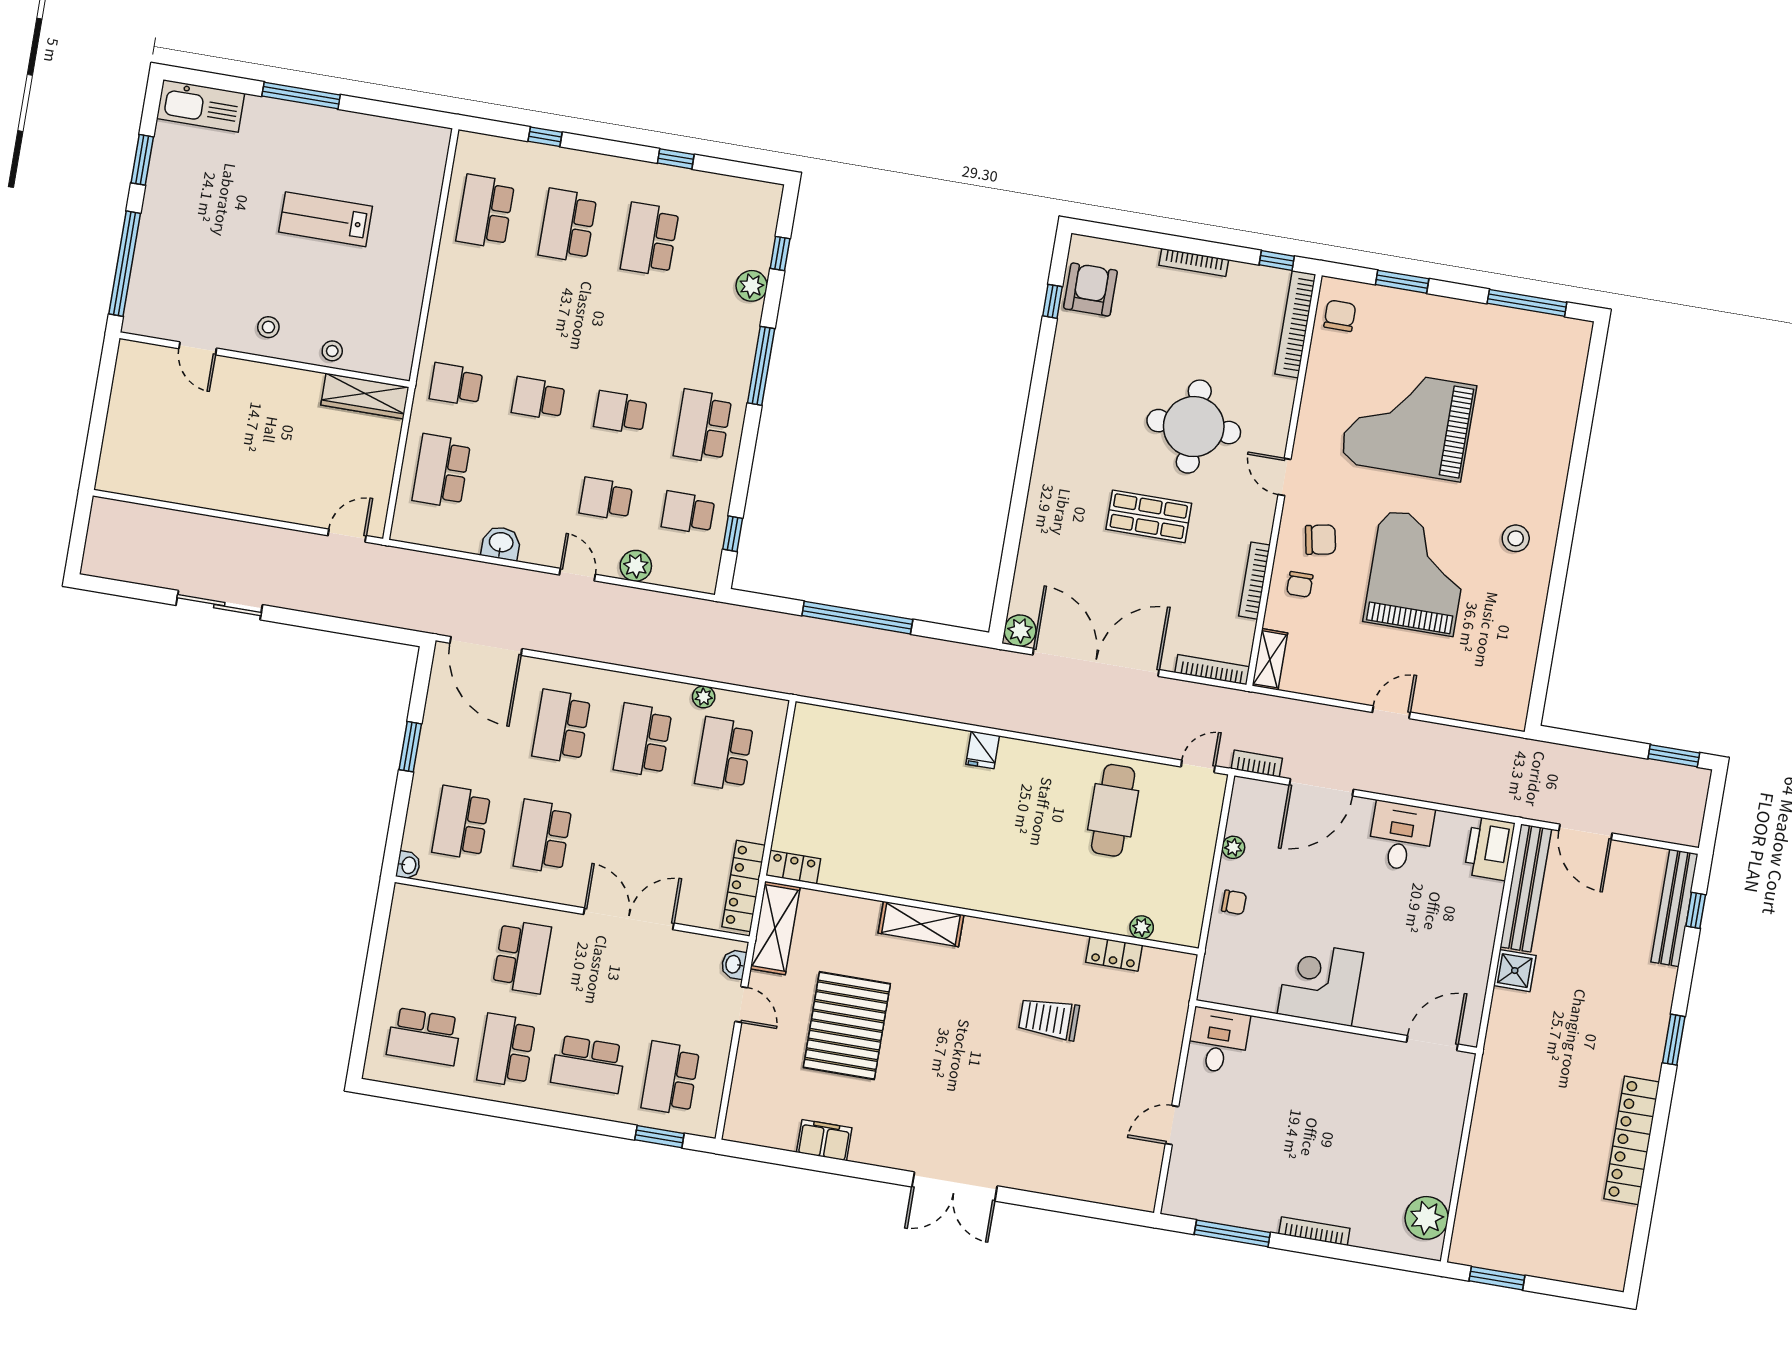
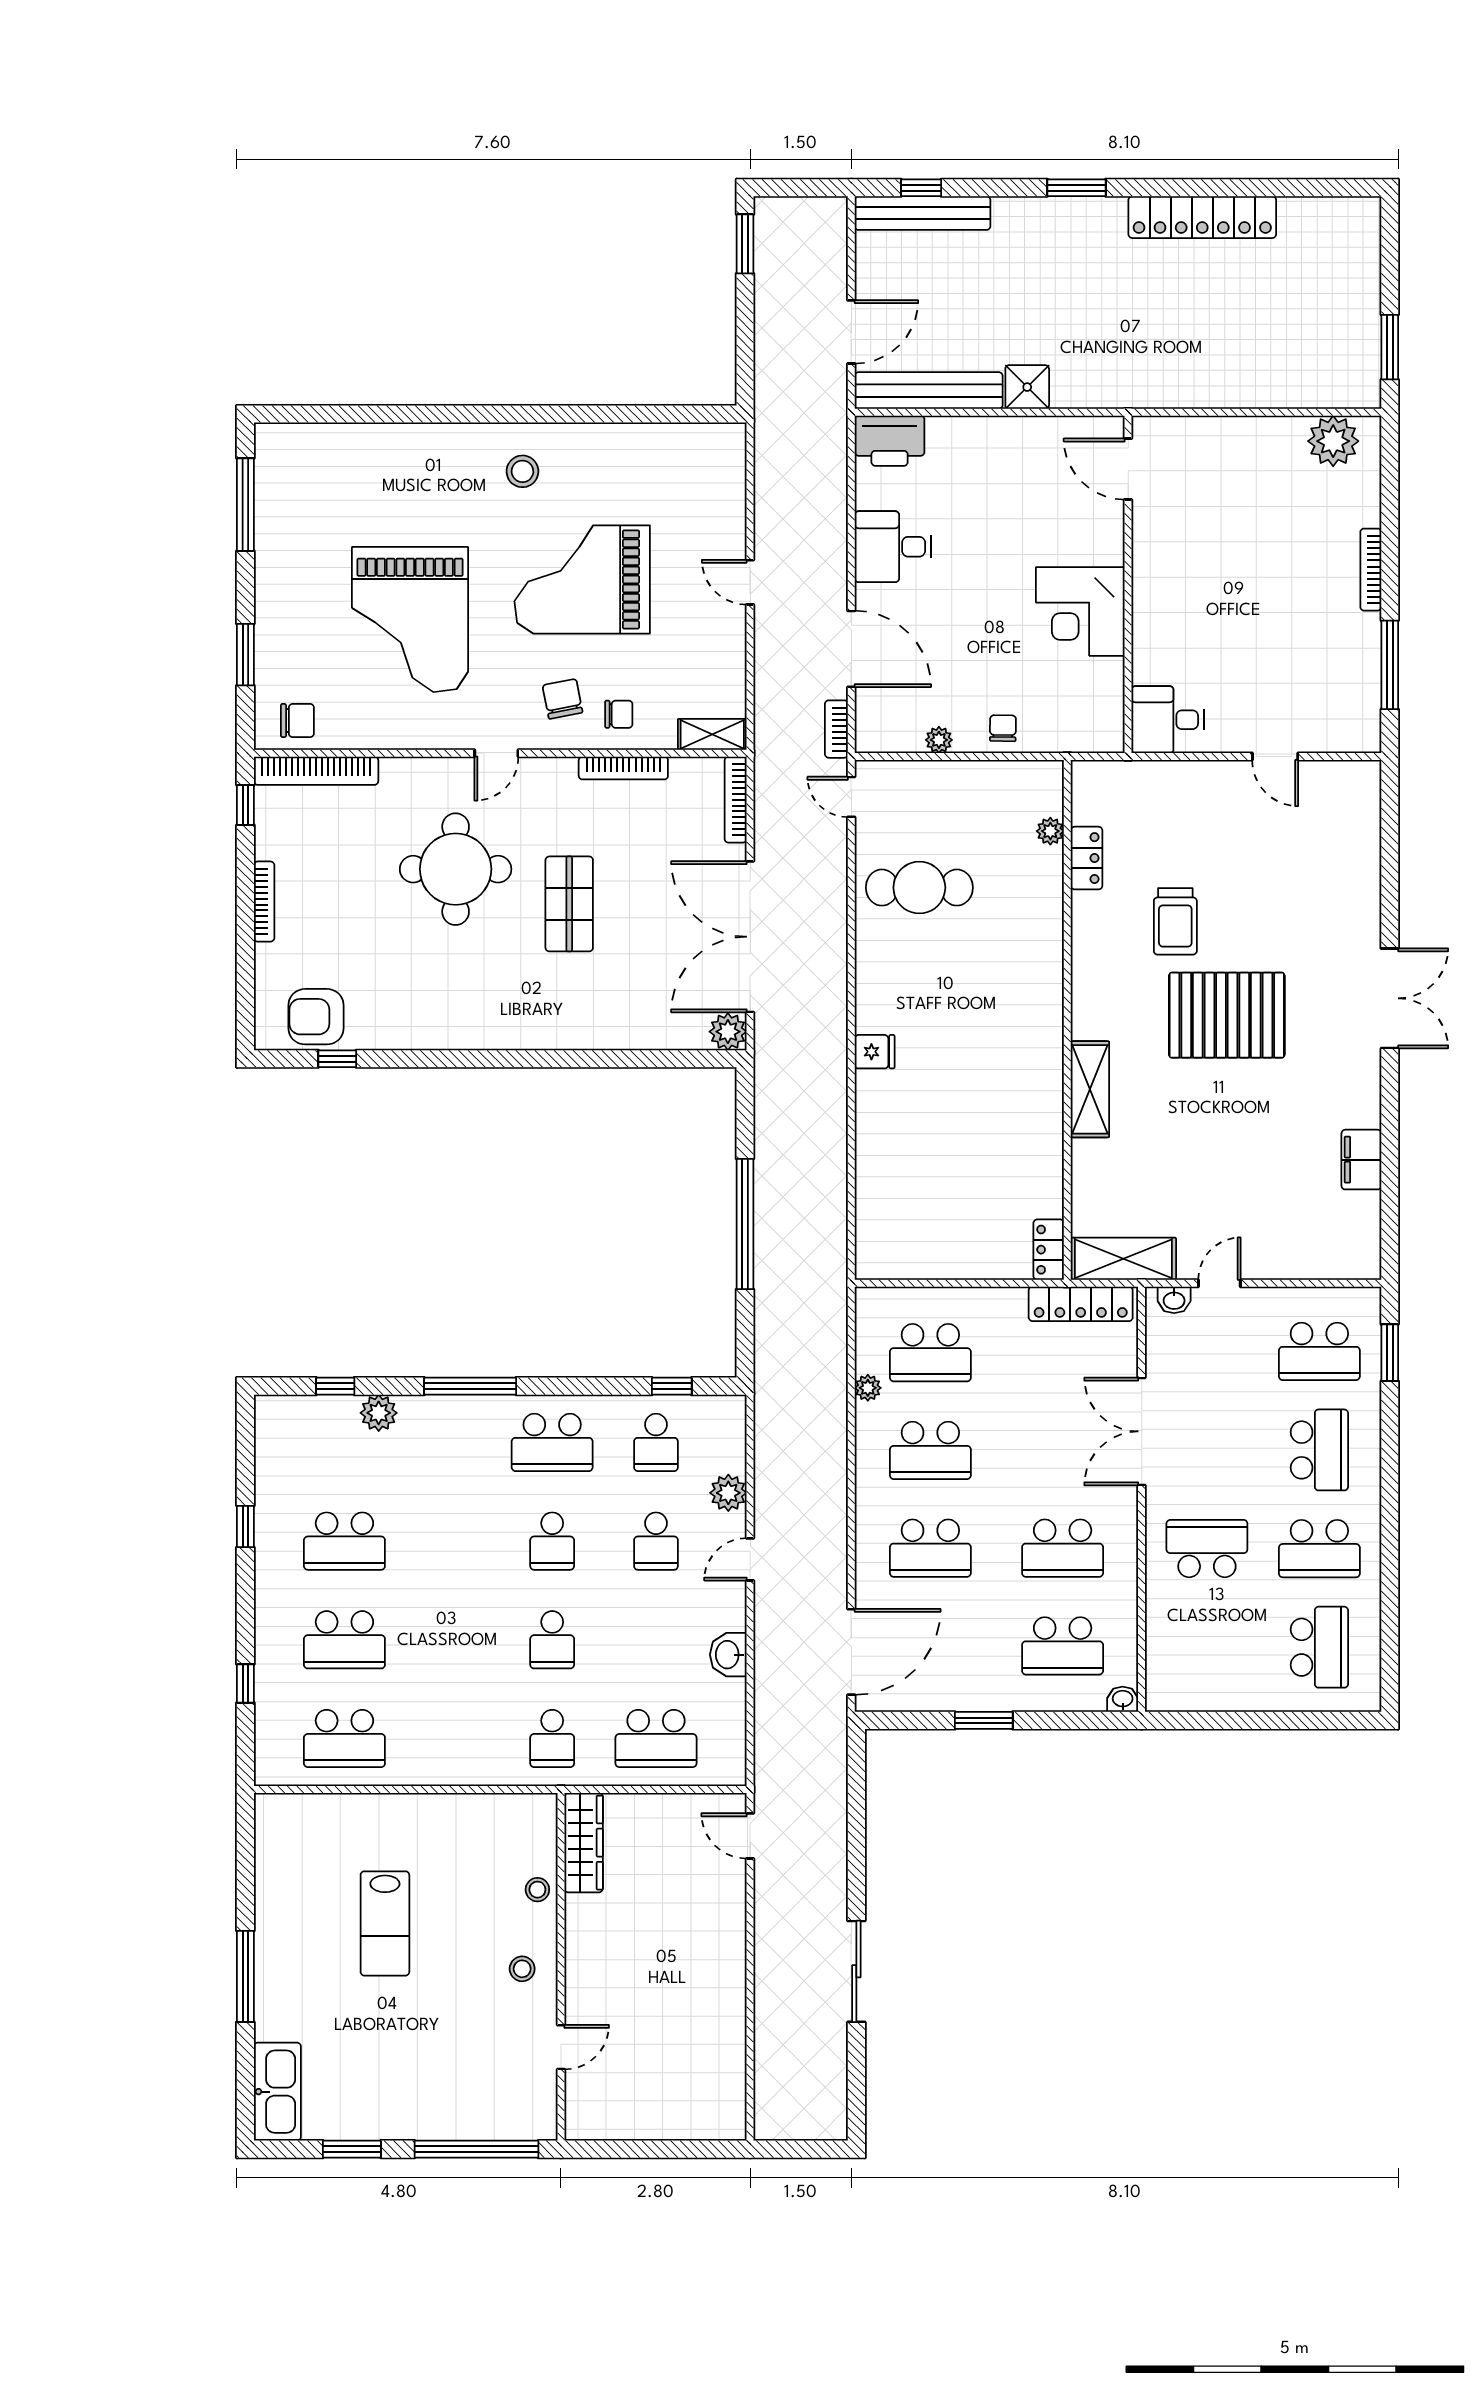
chair: (1340, 316) -> (297, 720), turned 180
pallet: (847, 1026) -> (1227, 1015), moved

